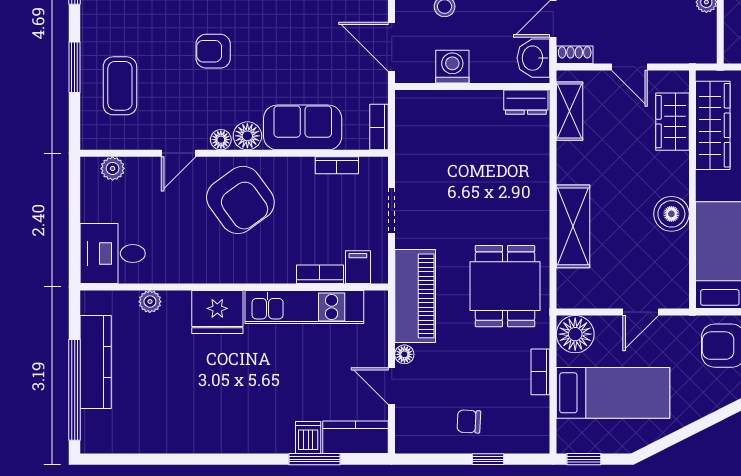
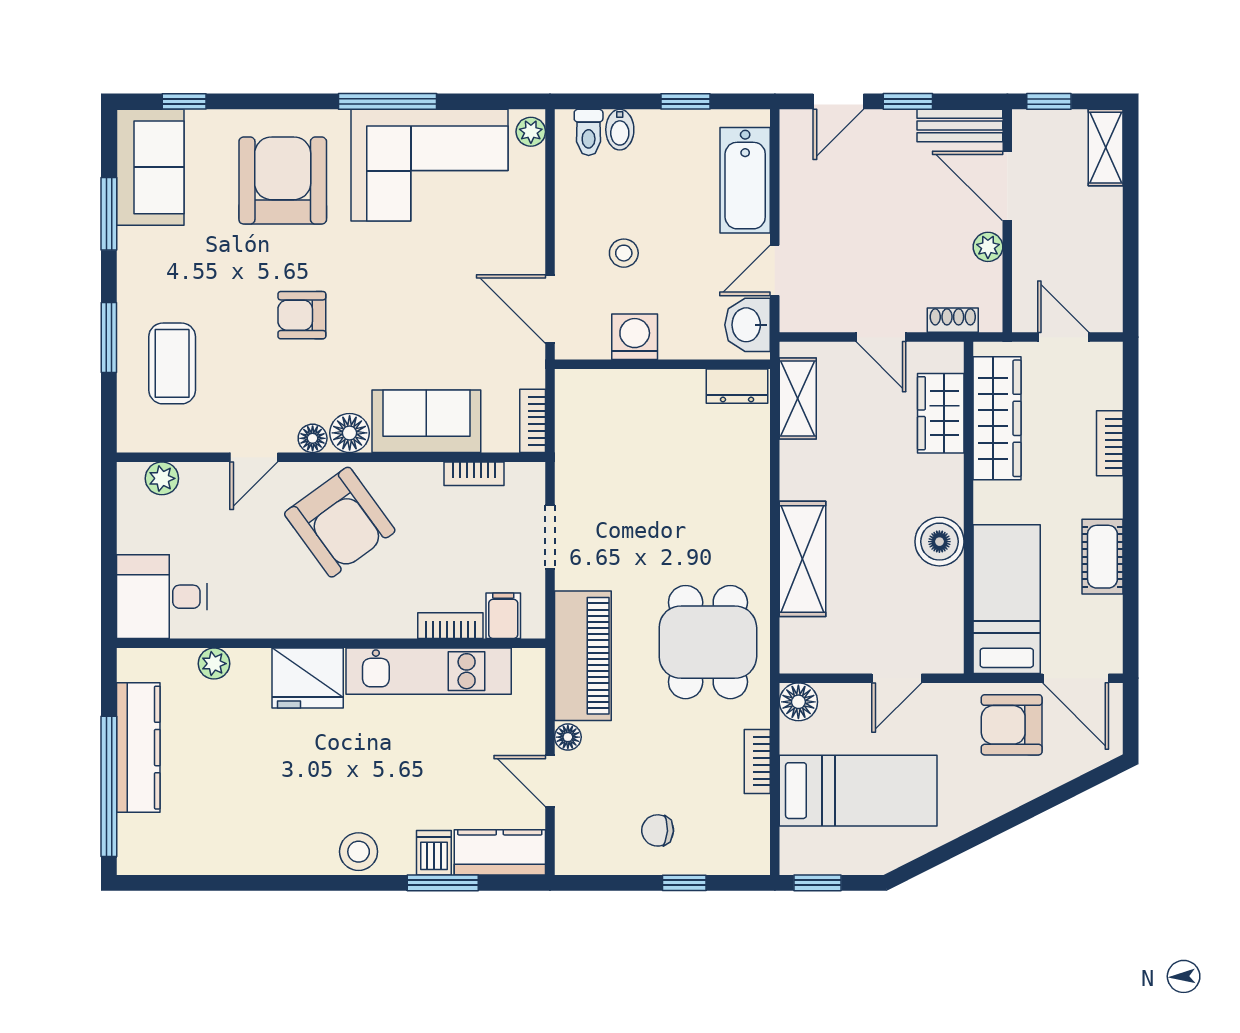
shoe rack: (575, 55) -> (953, 320), moved
floor lamp: (575, 334) -> (798, 702), width x0.73, depth x0.73
stool: (254, 437) -> (359, 852), added

